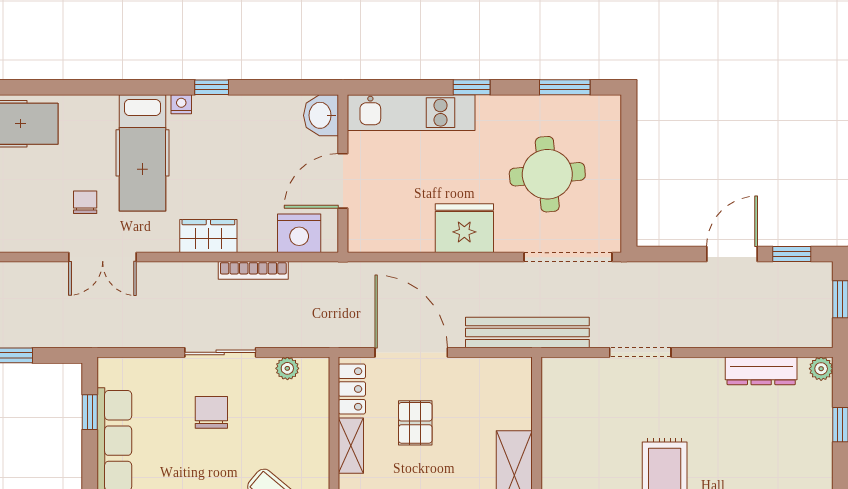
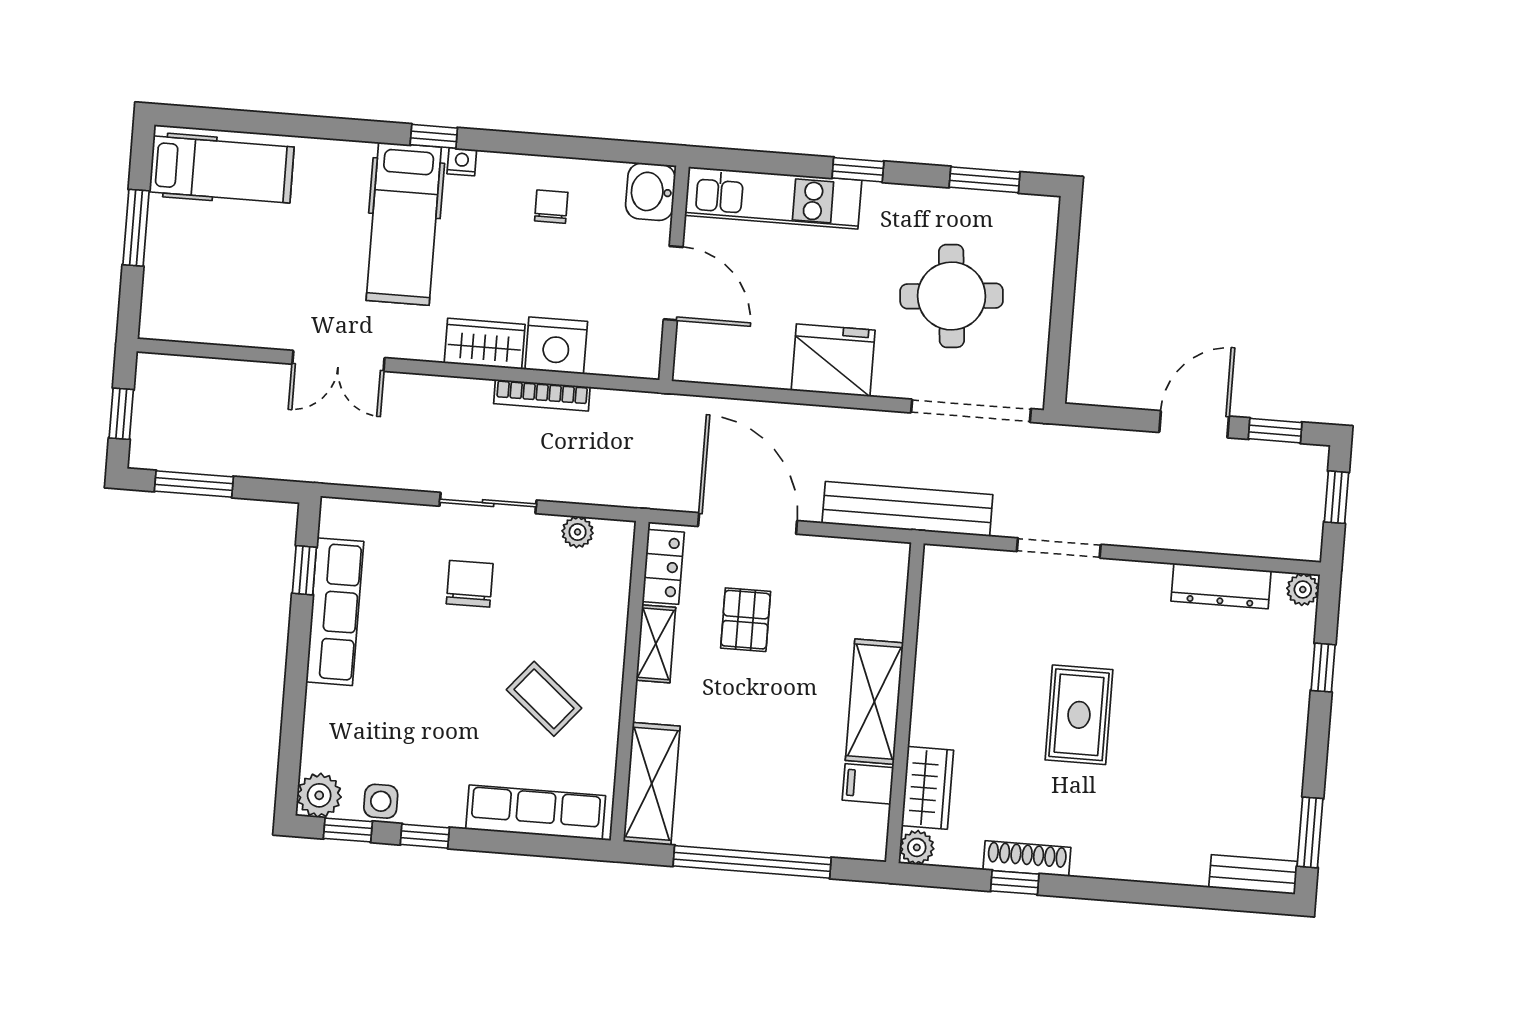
window: (212, 87) -> (434, 136), moved
door: (343, 181) -> (673, 283), swing flipped
chair: (85, 202) -> (551, 207), moved
nightstand: (299, 233) -> (556, 345), moved

